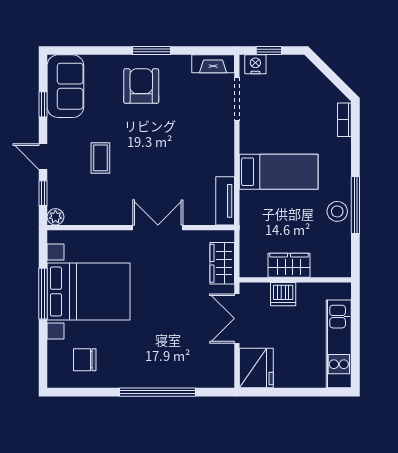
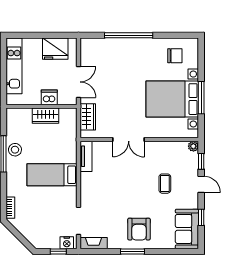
fridge: (256, 368) -> (55, 49), moved, turned -90

